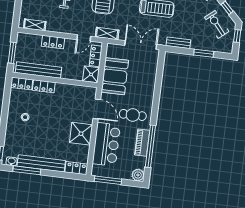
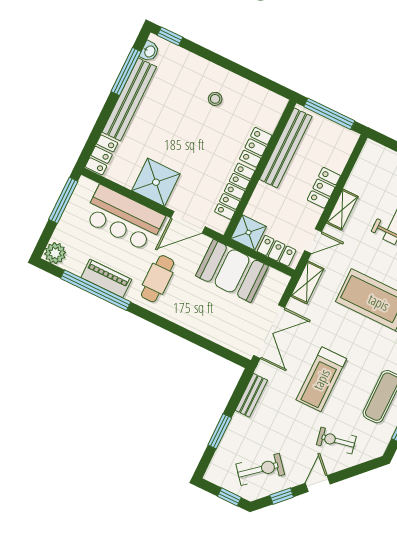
shelving: (35, 25) -> (342, 210), moved
door: (84, 38) -> (313, 241), swing flipped
window: (12, 53) -> (329, 114), width x1.44
locker: (22, 83) -> (235, 191), moved, width x1.53

